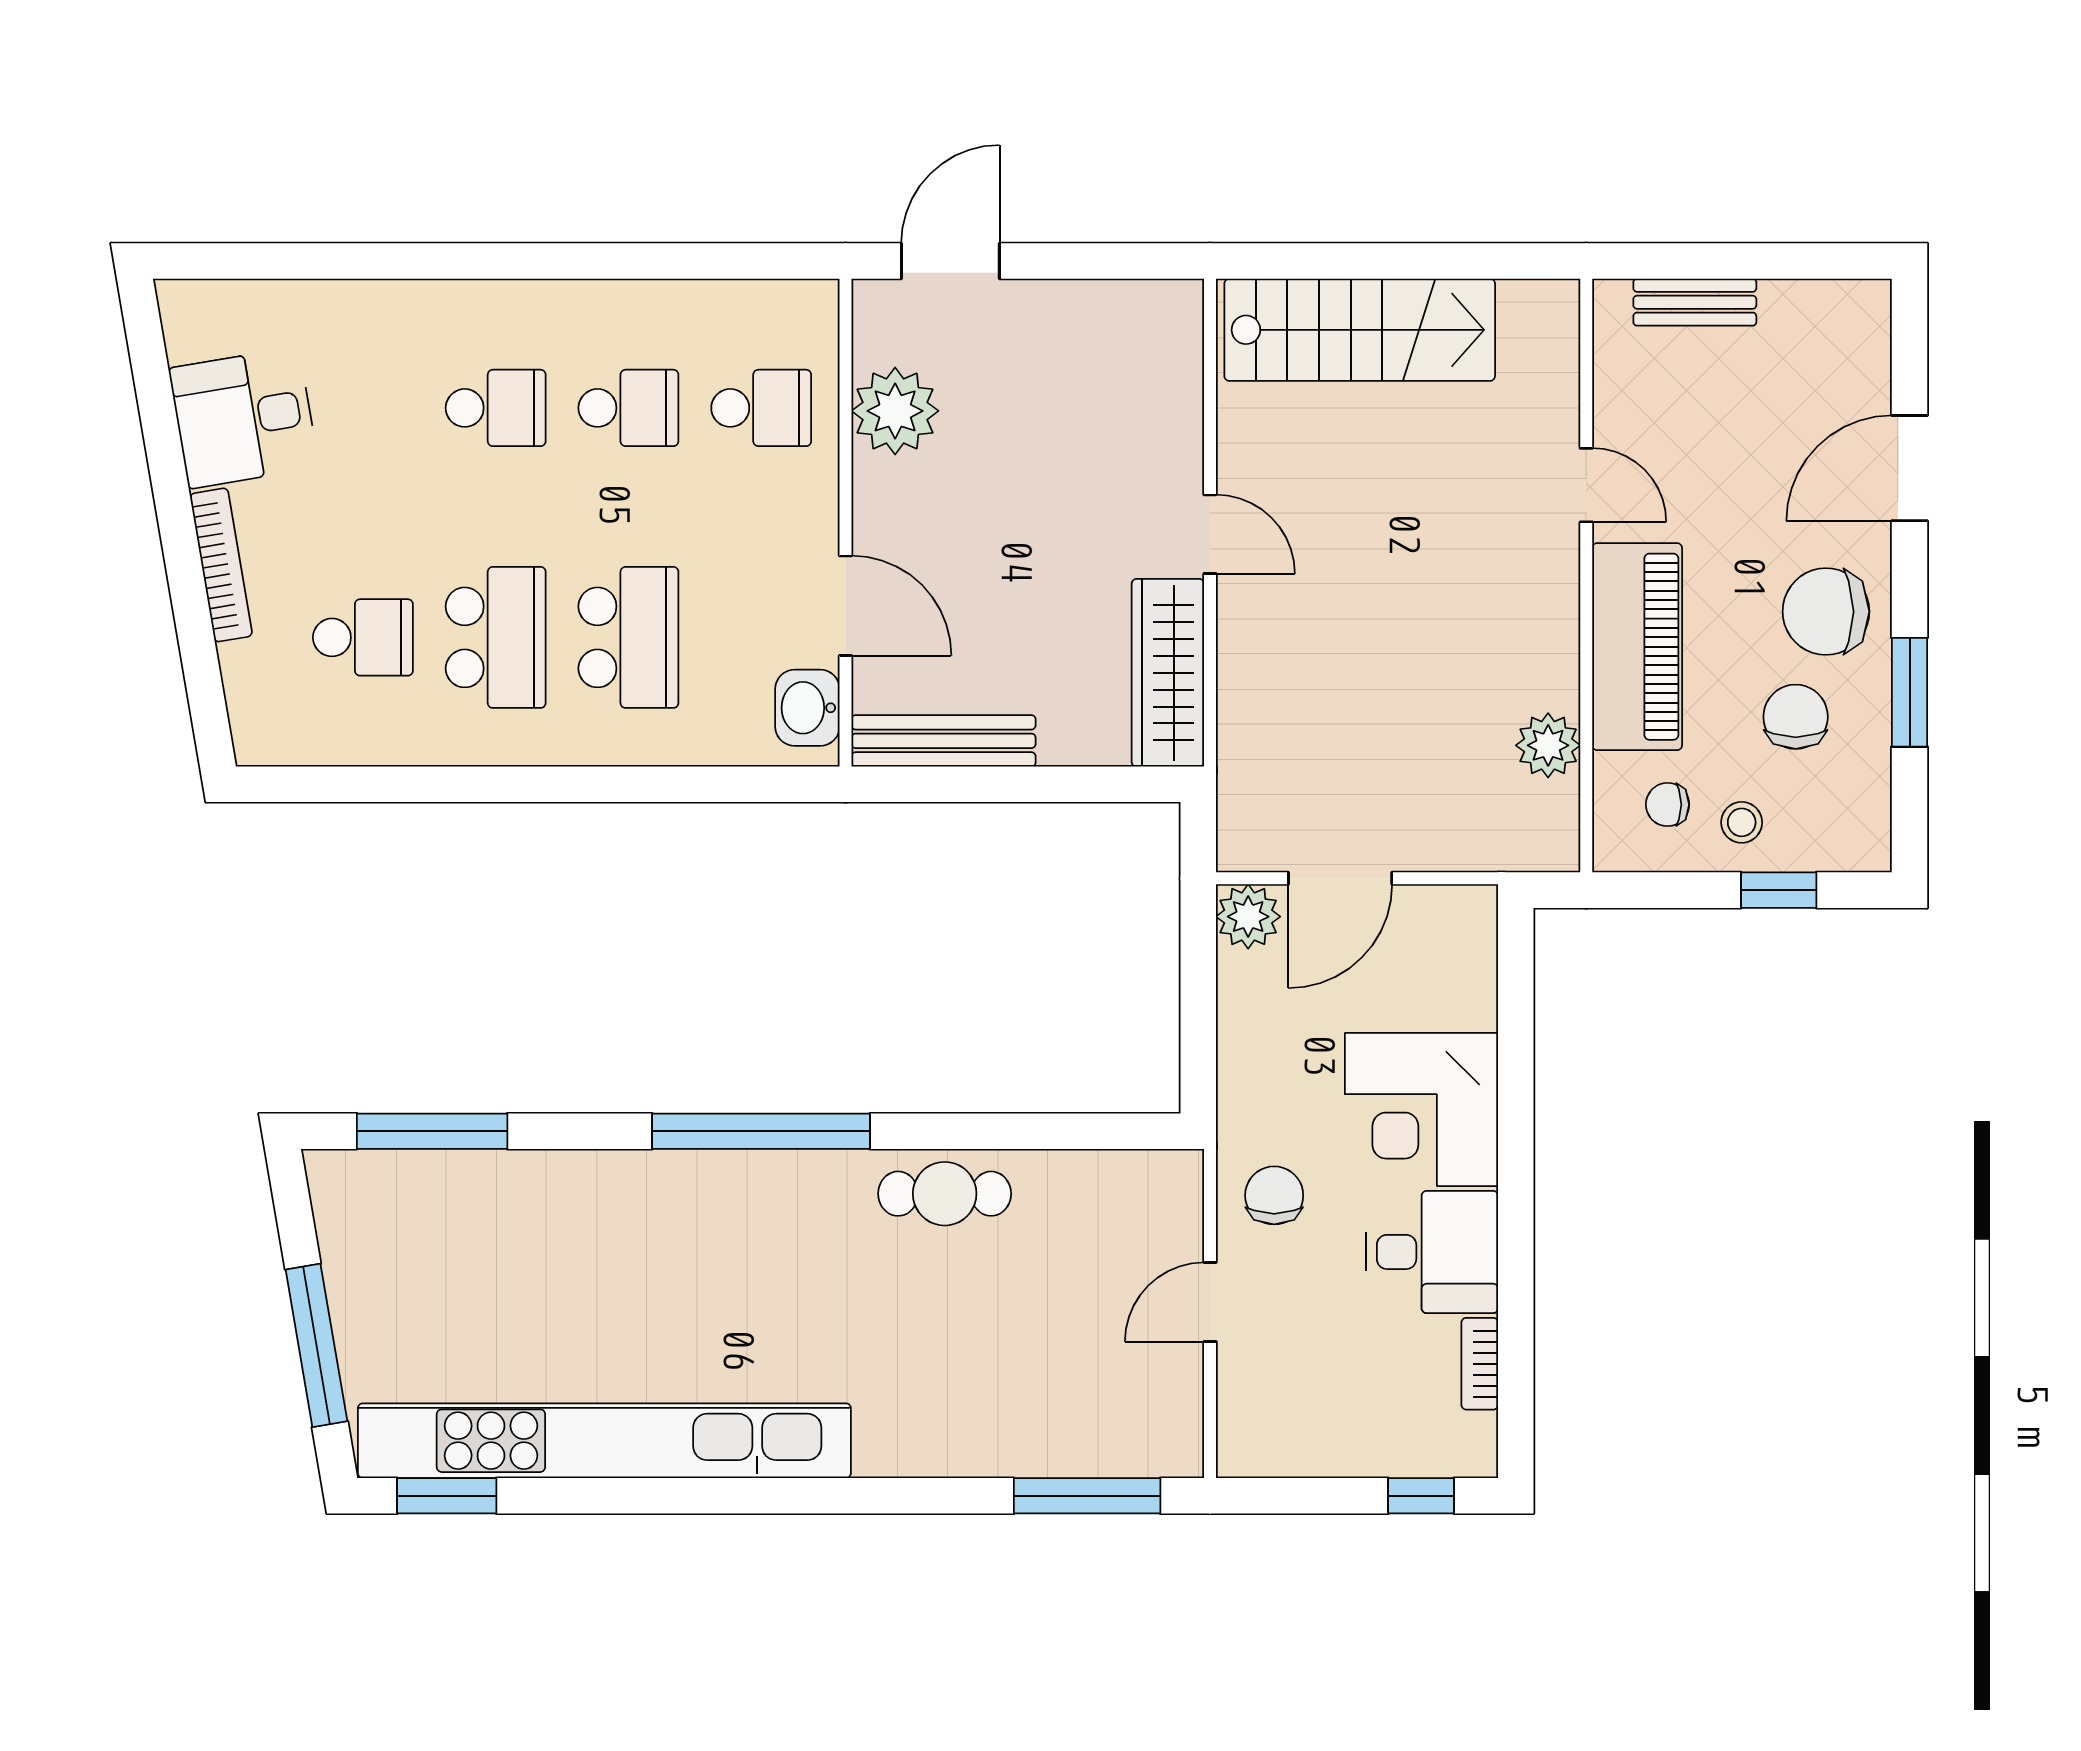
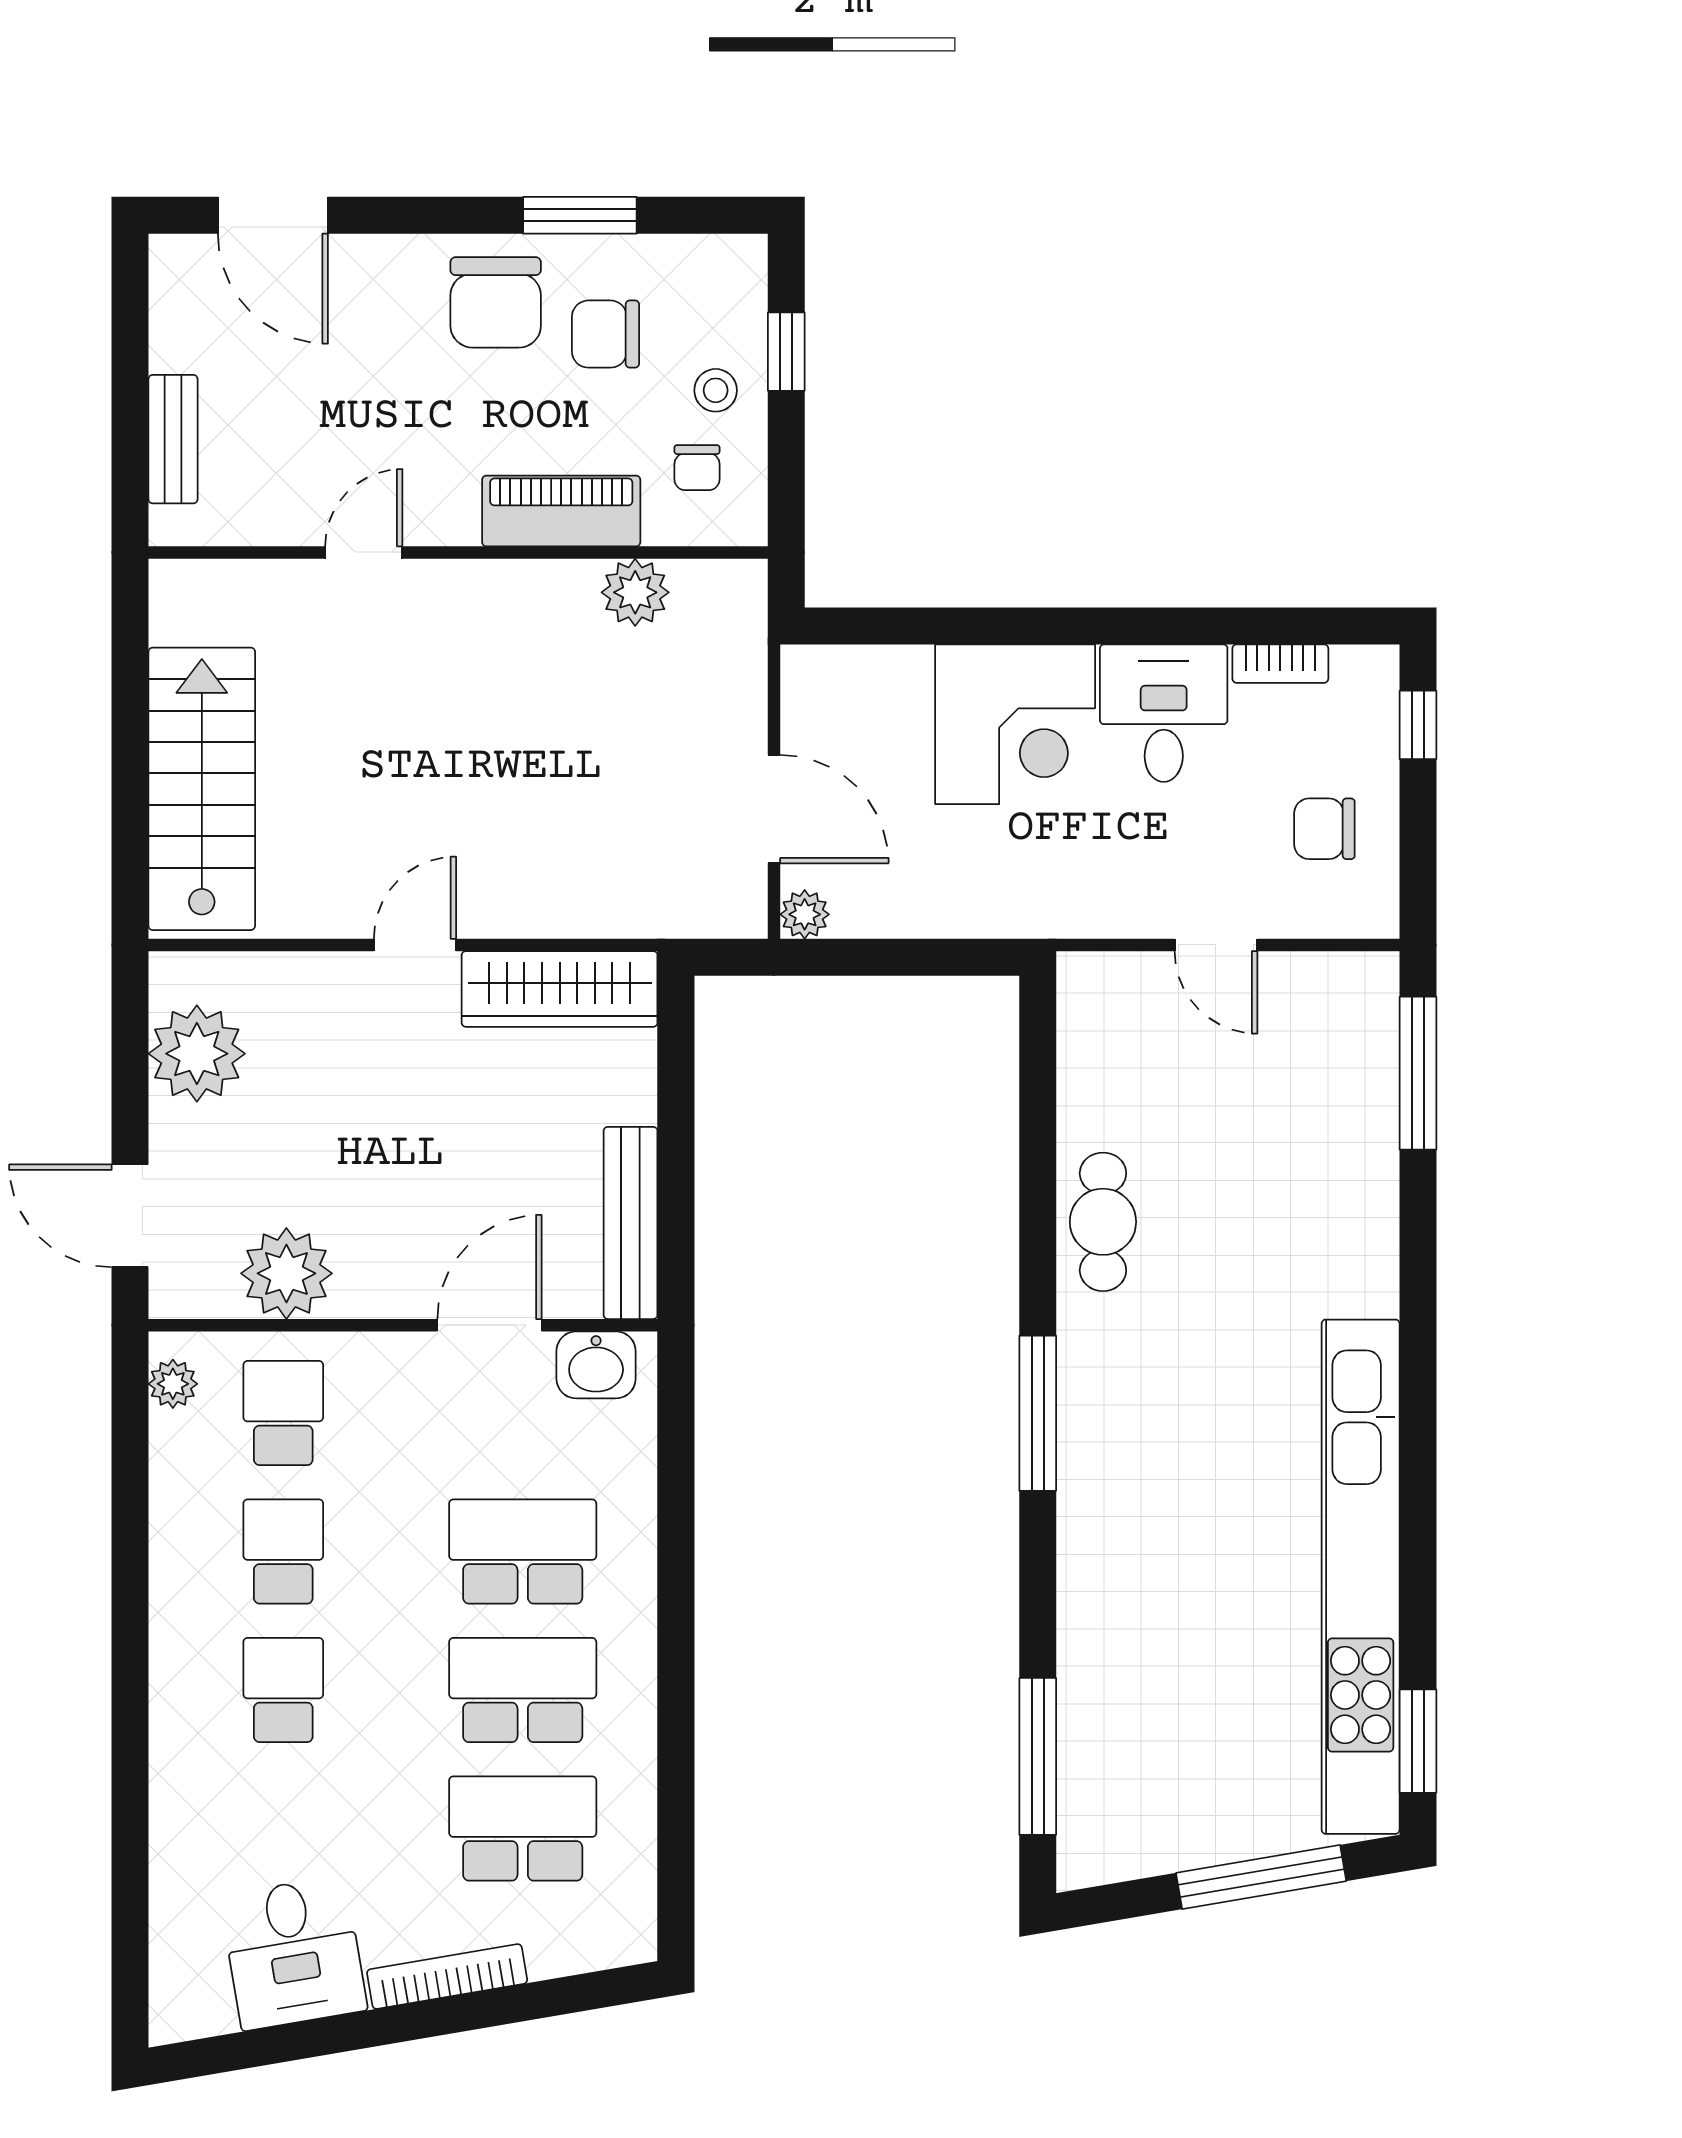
plant: (789, 302) -> (173, 1384), added
plant: (1106, 325) -> (197, 1054), added
door: (1910, 468) -> (273, 215), moved
school desk: (363, 637) -> (523, 1829), width x1.85
piano: (1637, 647) -> (561, 511), width x0.73, depth x0.75
plant: (1248, 917) -> (805, 914), width x0.73, depth x0.73
window: (761, 1131) -> (1038, 1413), width x0.68
chair: (1274, 1195) -> (1324, 829), moved

